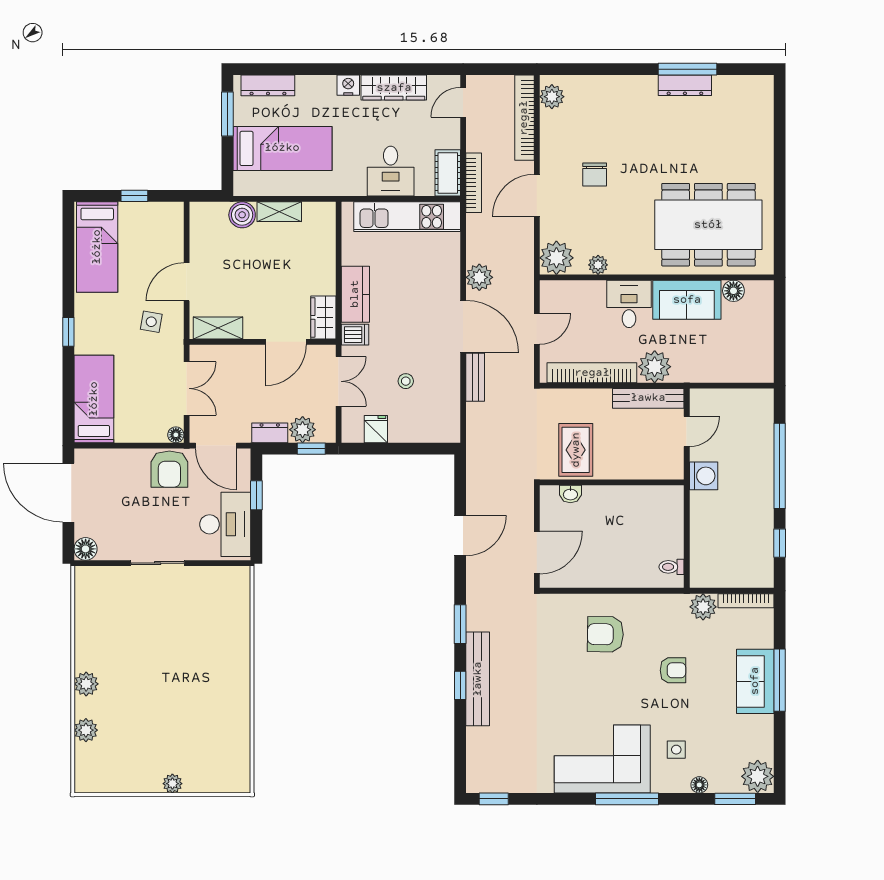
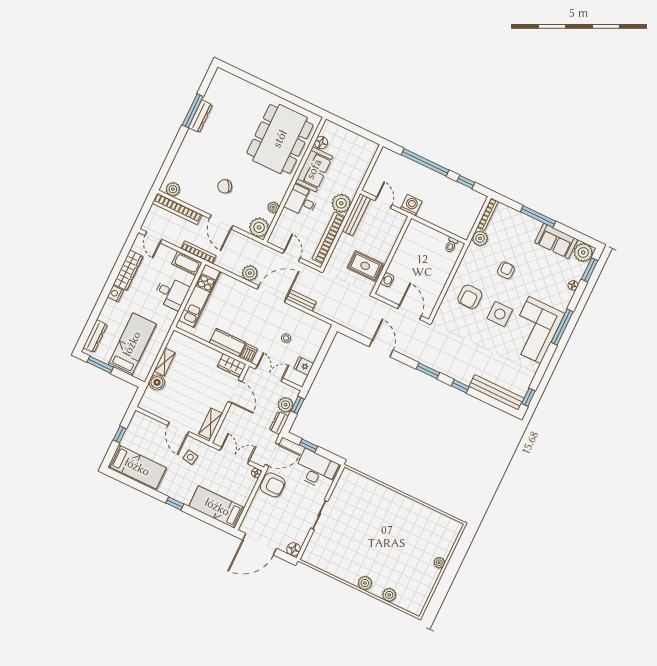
chair: (595, 174) -> (225, 186), turned 150
bench: (478, 679) -> (497, 392), moved
sofa: (755, 681) -> (556, 241), moved
side table: (676, 750) -> (500, 314), moved, width x1.87, depth x1.87

